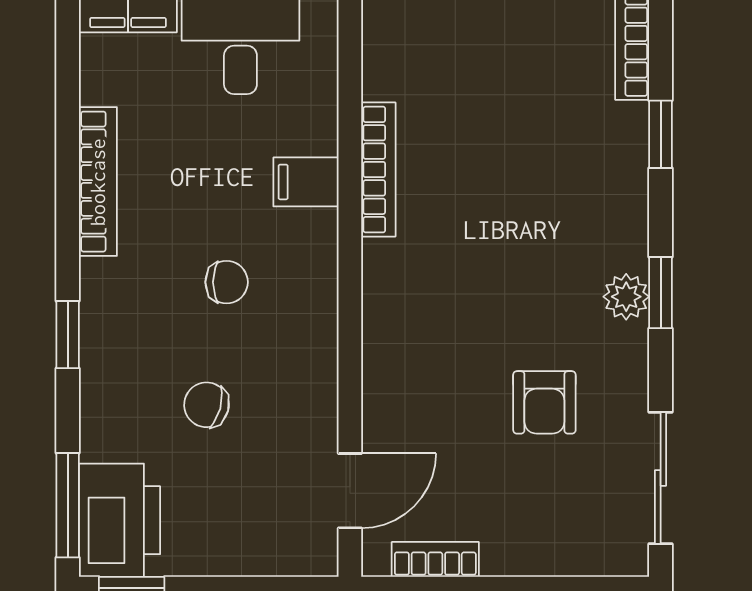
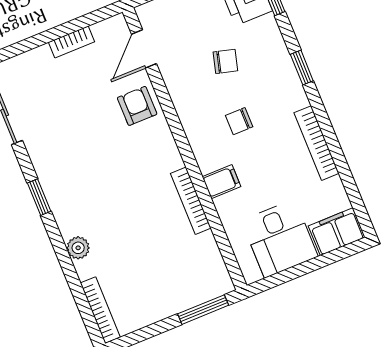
window: (661, 134) -> (69, 269), removed
plant: (626, 297) -> (78, 248), moved
armchair: (544, 402) -> (137, 106), moved
bookcase: (435, 559) -> (71, 42), moved

